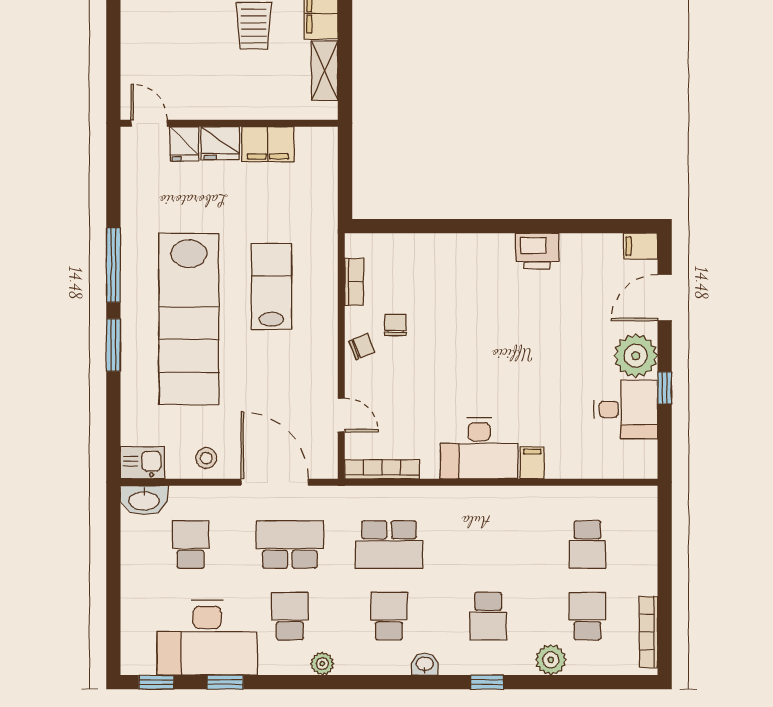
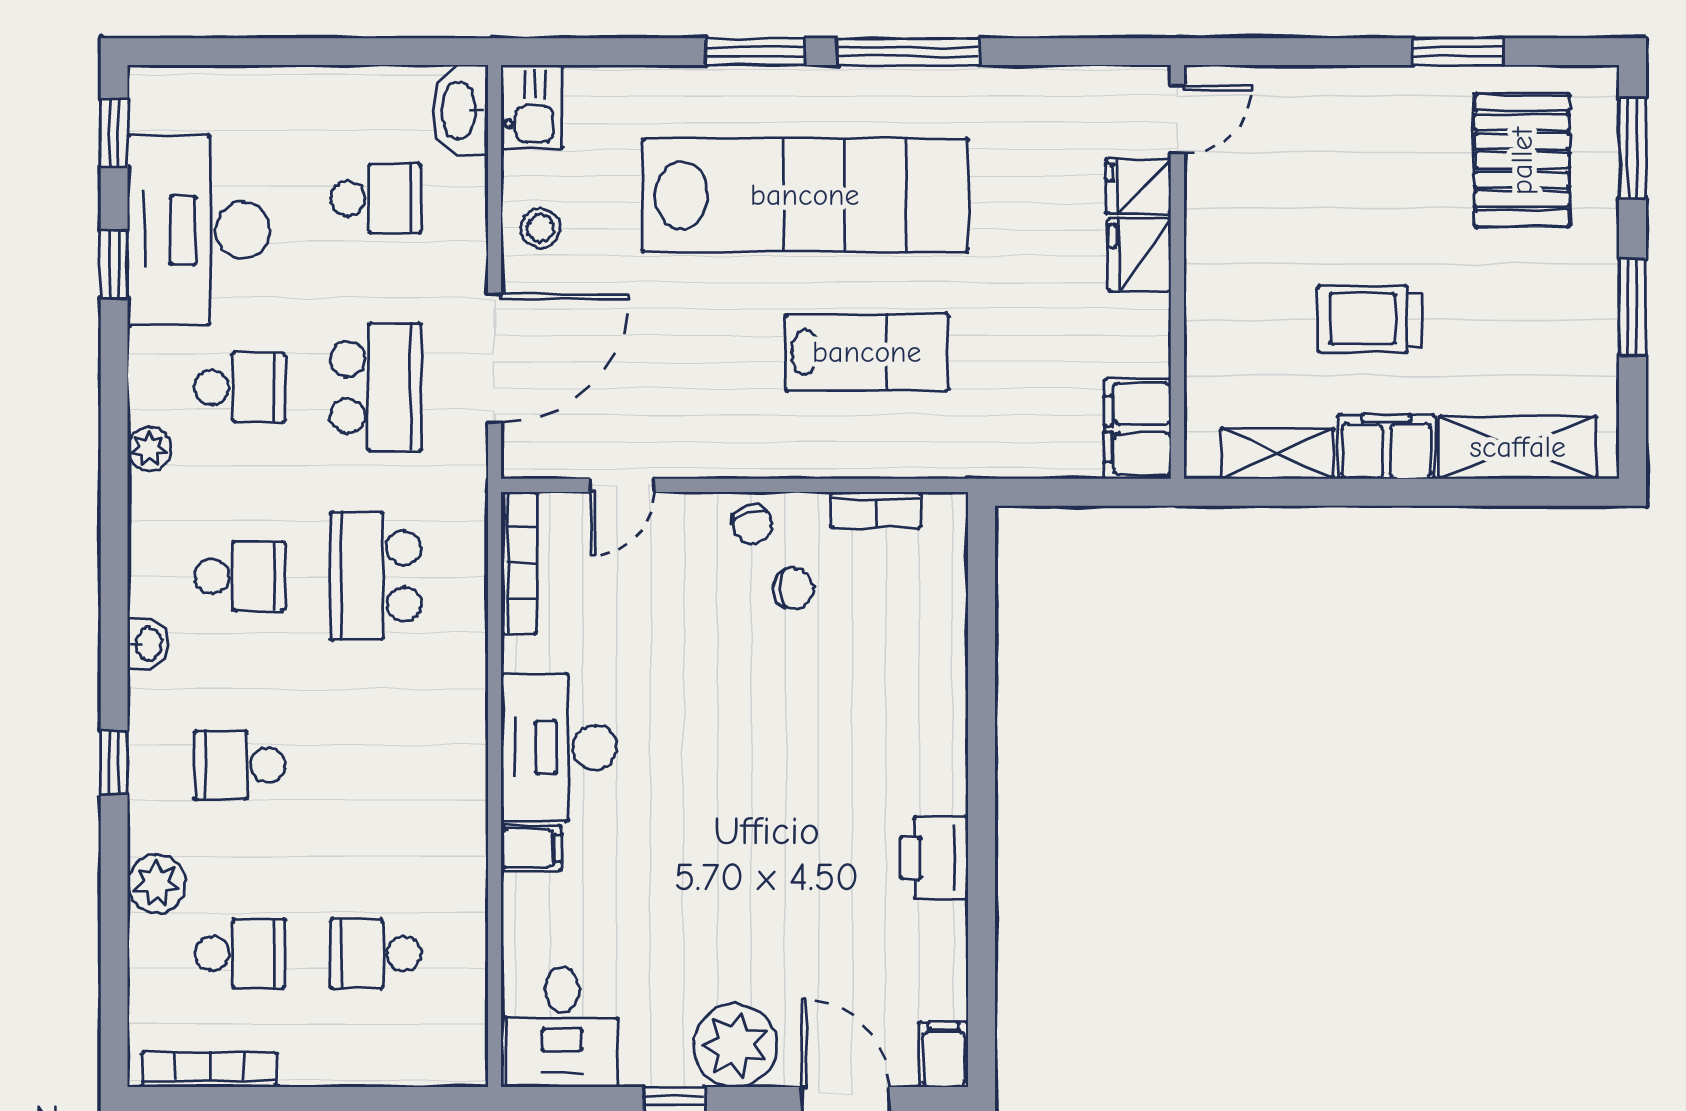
filing cabinet: (268, 144) -> (1138, 429), moved
lab bench: (189, 319) -> (805, 195), turned 180
desk: (626, 409) -> (562, 1027), moved

